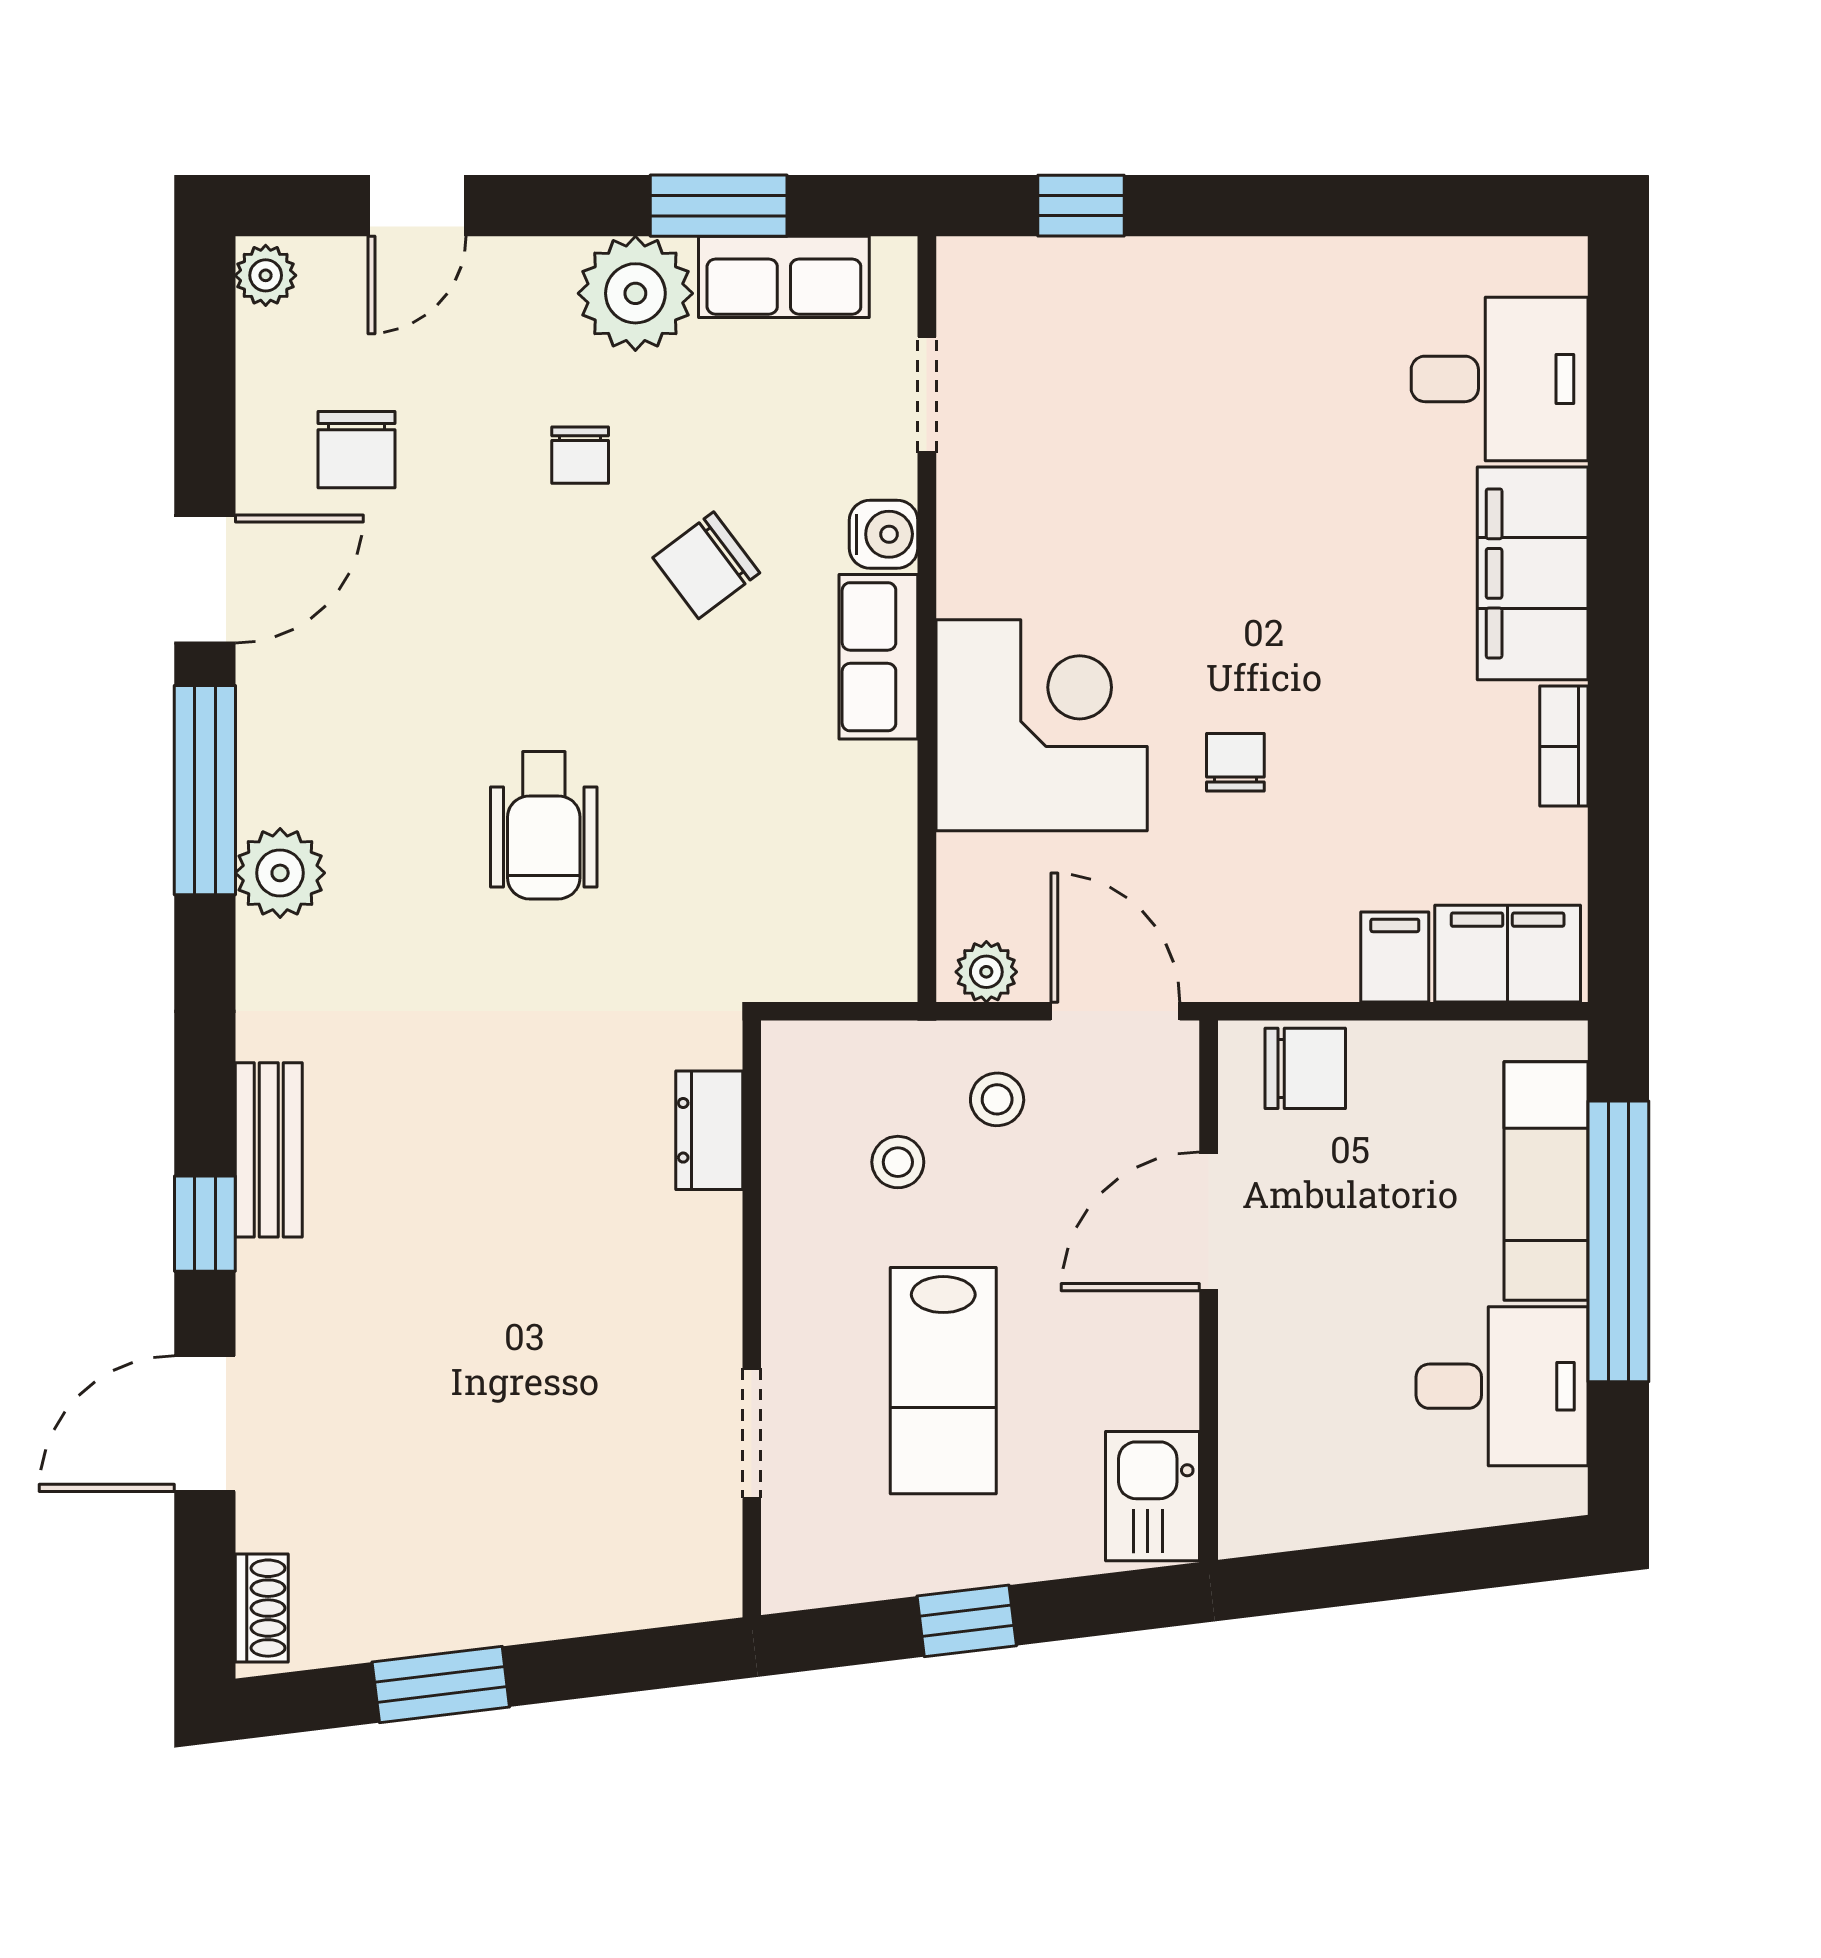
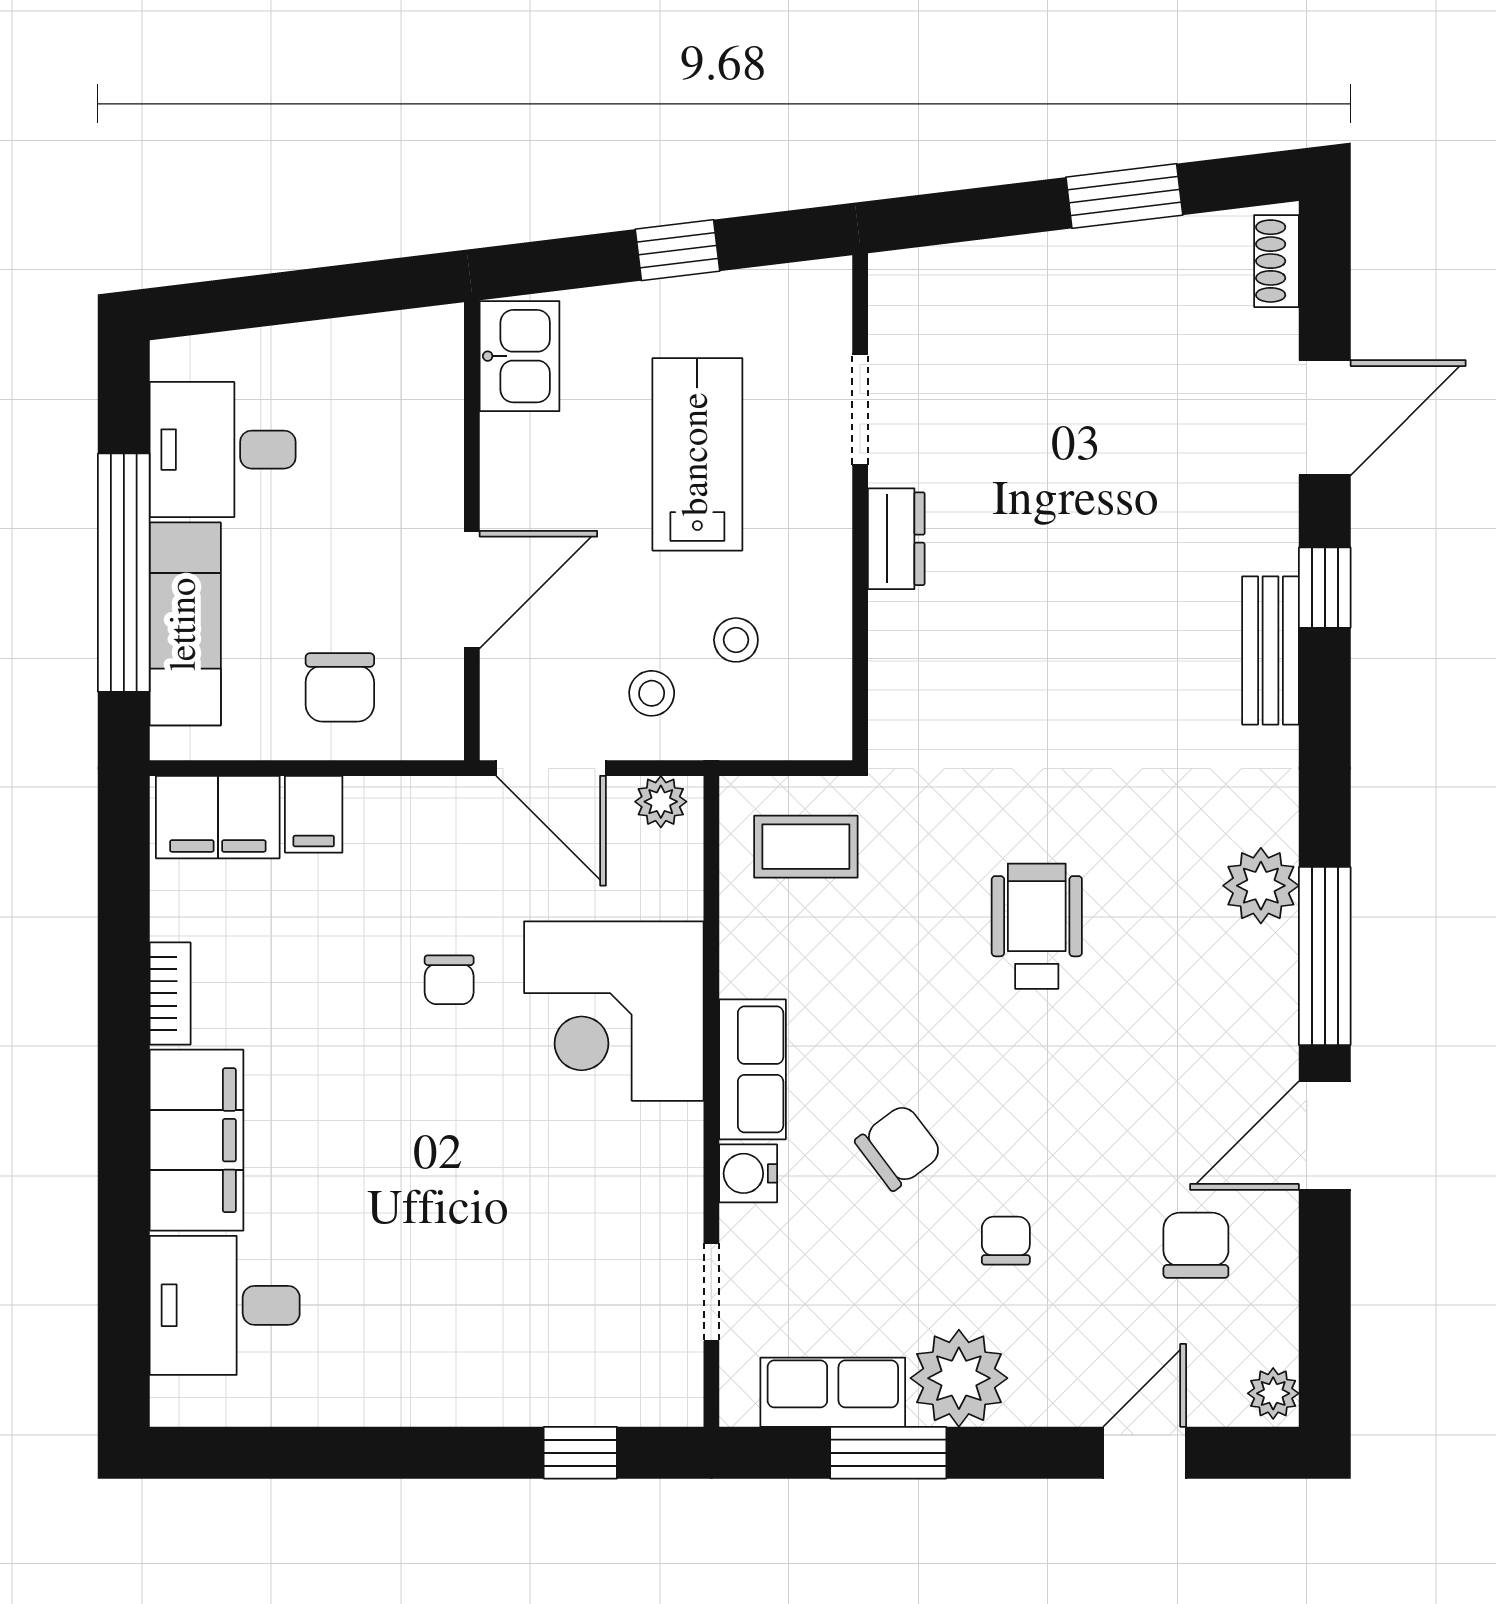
coffee table: (816, 919) -> (806, 847), added
chair: (1305, 1068) -> (340, 687), moved, turned -90
dresser: (709, 1130) -> (896, 539), moved

